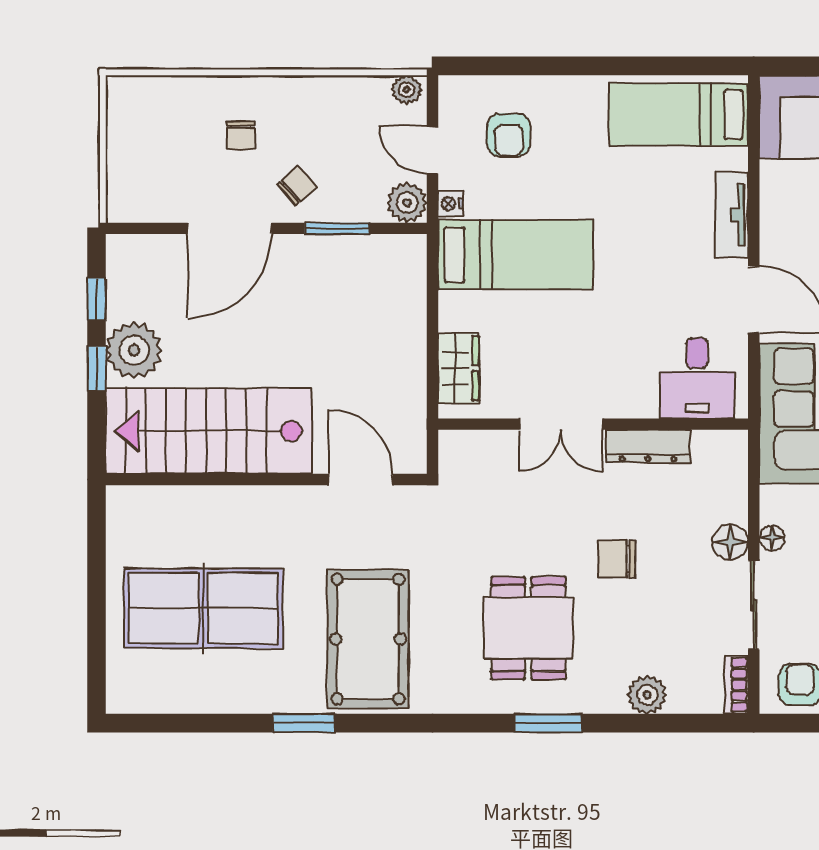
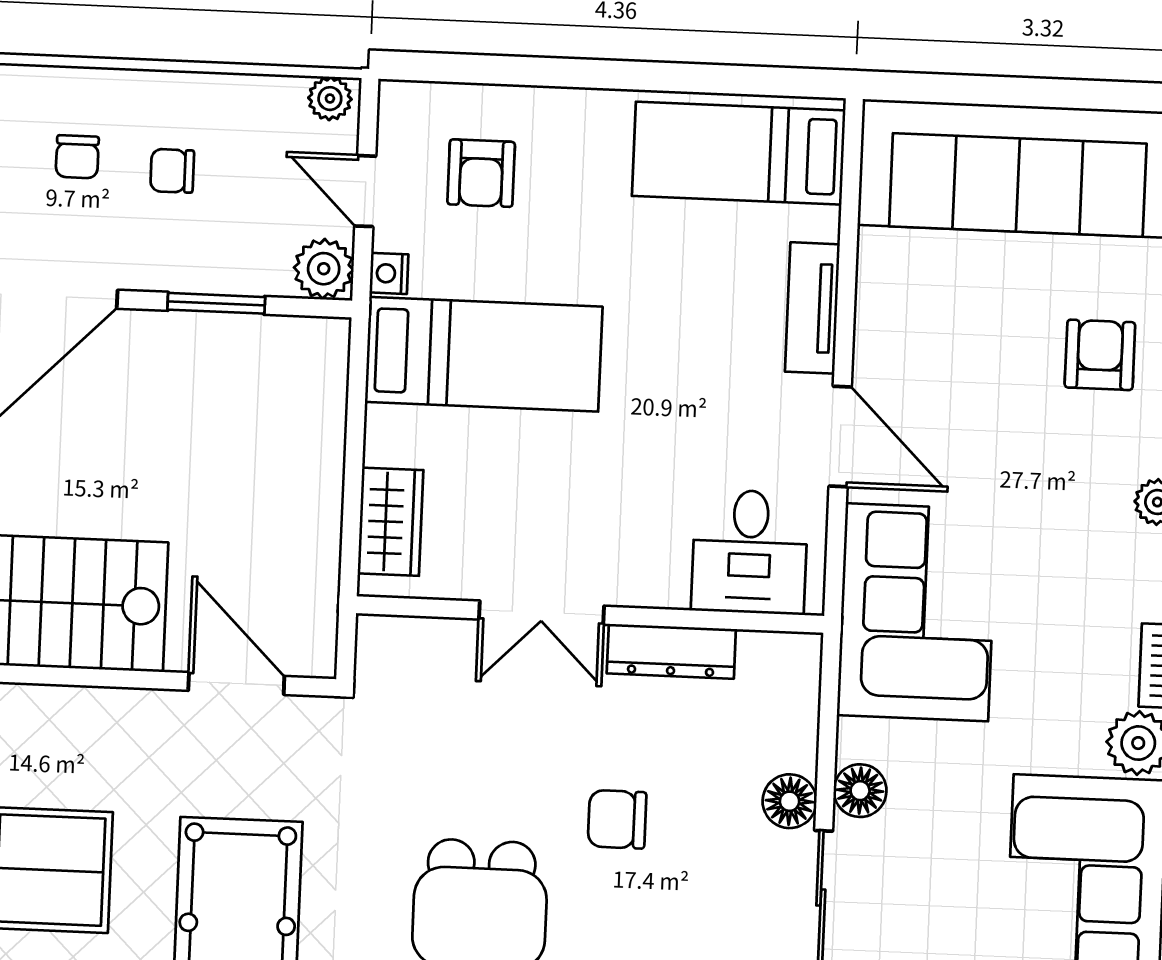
chair: (297, 186) -> (172, 171), moved, turned -138
floor lamp: (772, 538) -> (860, 791), width x1.37, depth x1.37

